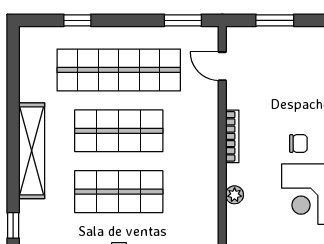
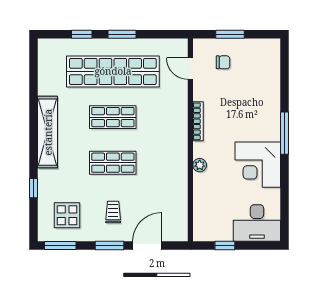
window: (183, 20) -> (122, 34), moved
shop shelf: (119, 131) -> (113, 117), width x0.70, depth x0.74
chair: (298, 143) -> (223, 62), moved
shop shelf: (119, 192) -> (113, 163), width x0.70, depth x0.74

